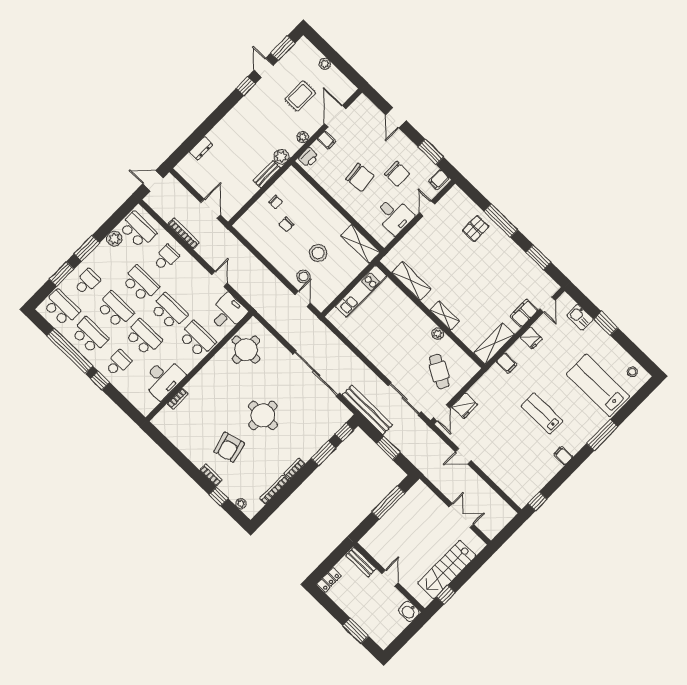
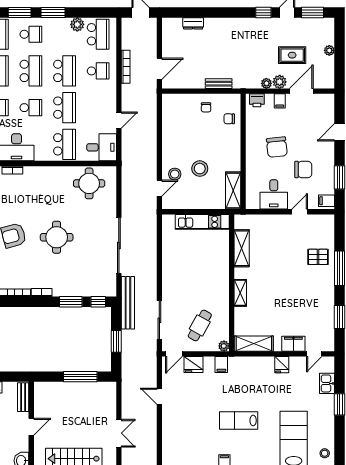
plant: (281, 157) -> (280, 82), moved
chair: (397, 174) -> (303, 169), turned -90
chair: (286, 224) -> (229, 119), moved
plant: (438, 334) -> (224, 346), moved
school desk: (144, 337) -> (31, 108), width x0.54
filing cabinet: (507, 363) -> (221, 364), moved
lab bench: (542, 413) -> (239, 421), turned -90

